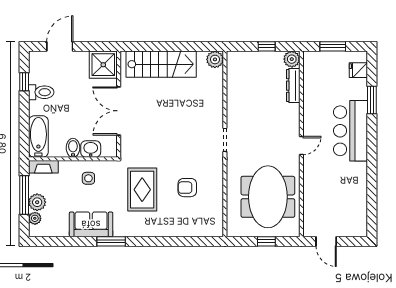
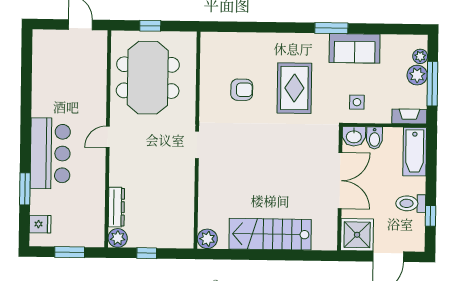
shower: (103, 65) -> (357, 235), moved
wall: (119, 104) -> (340, 188), moved
double door: (119, 111) -> (340, 181), moved

